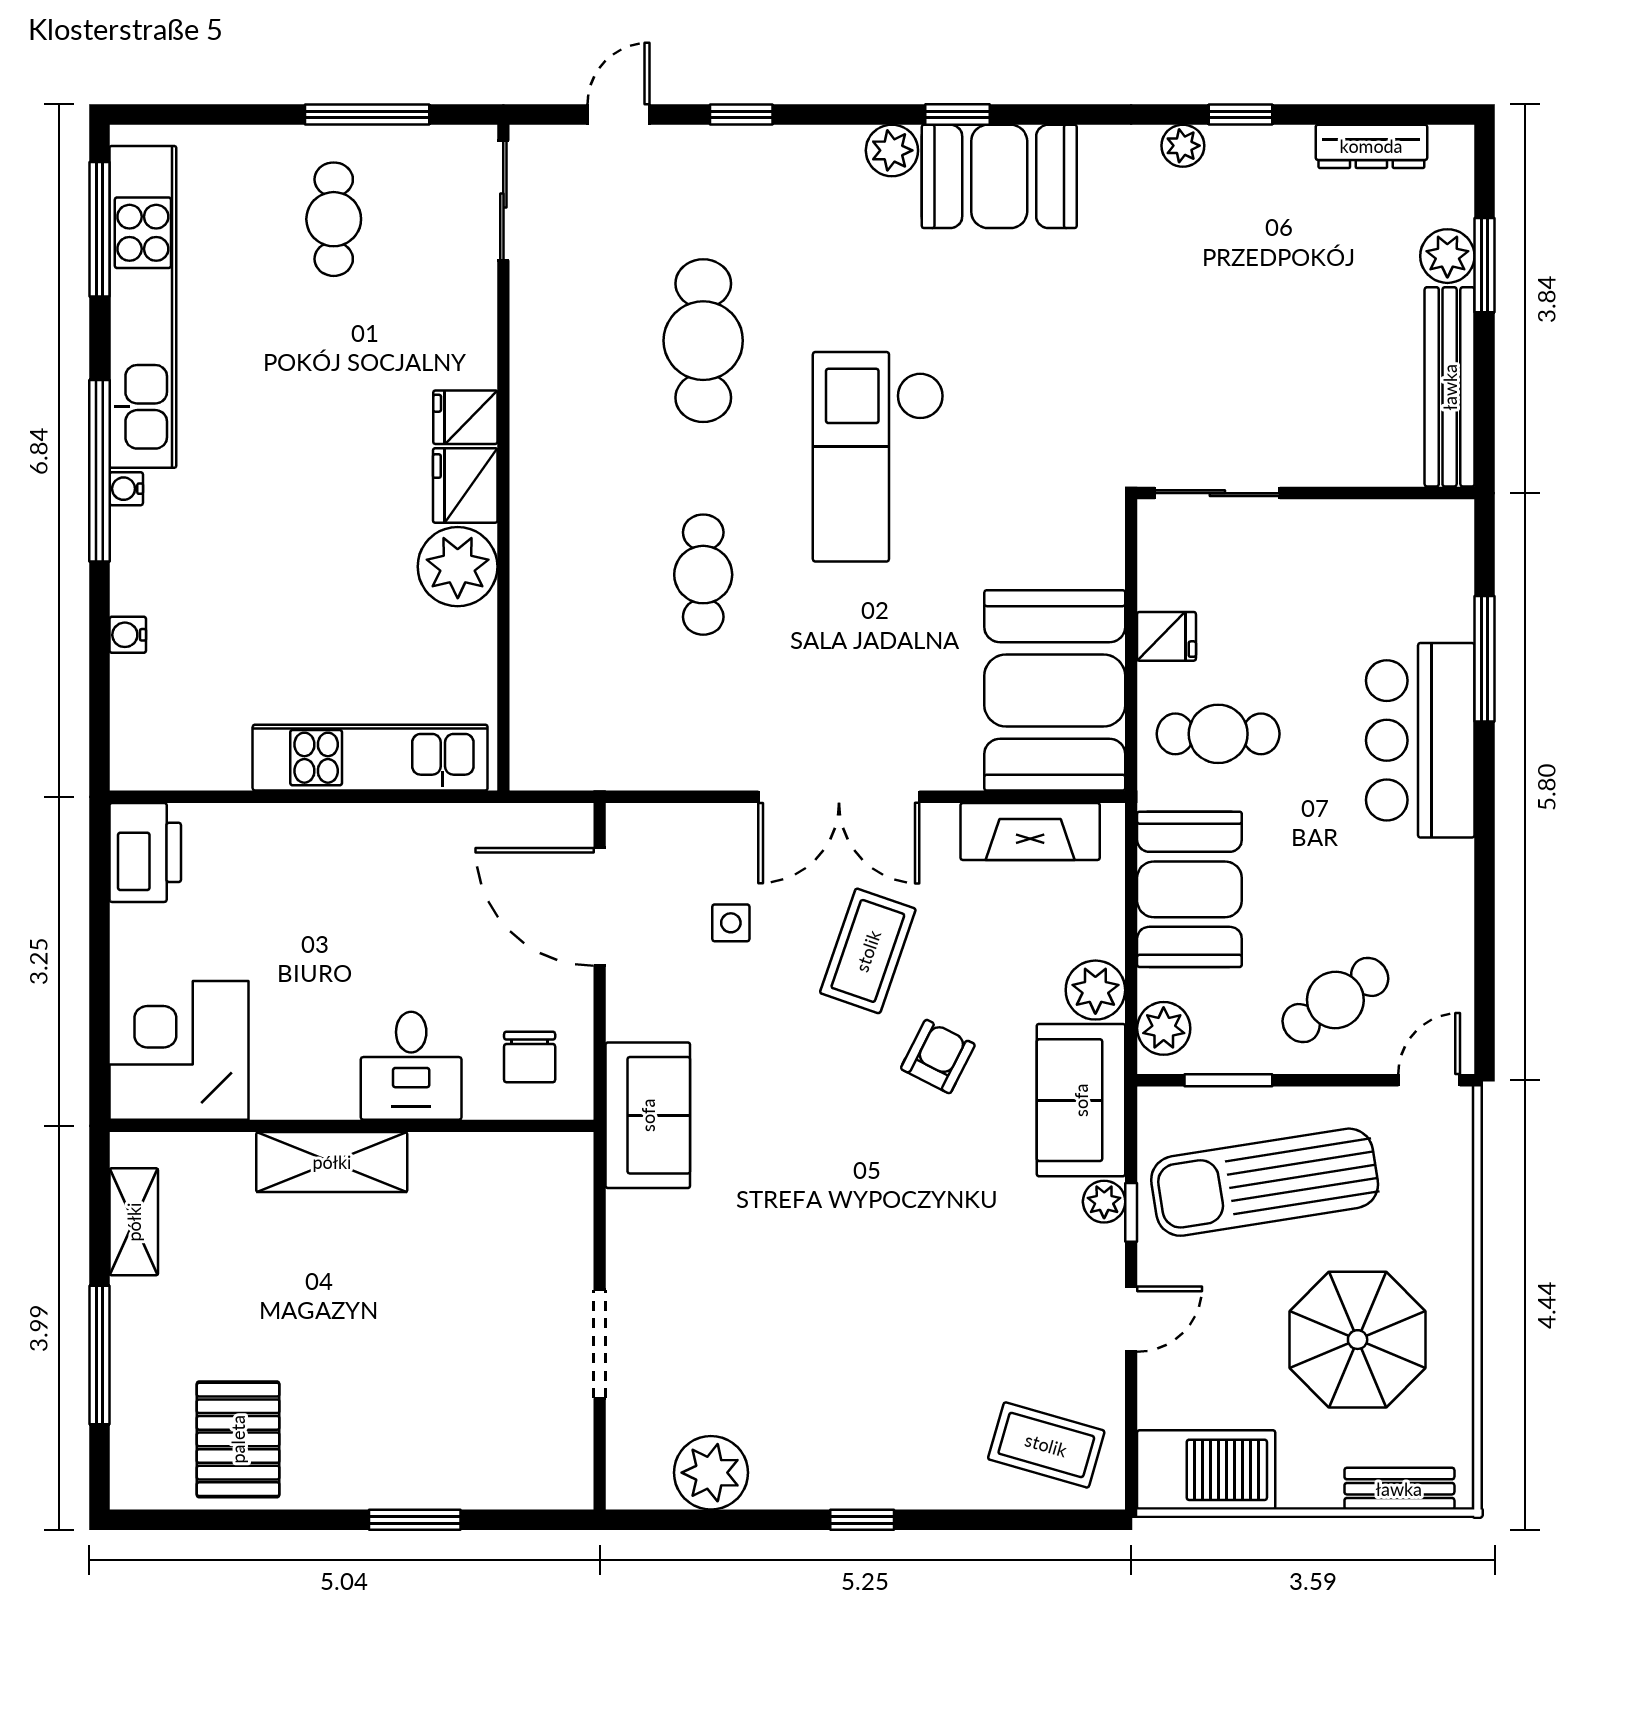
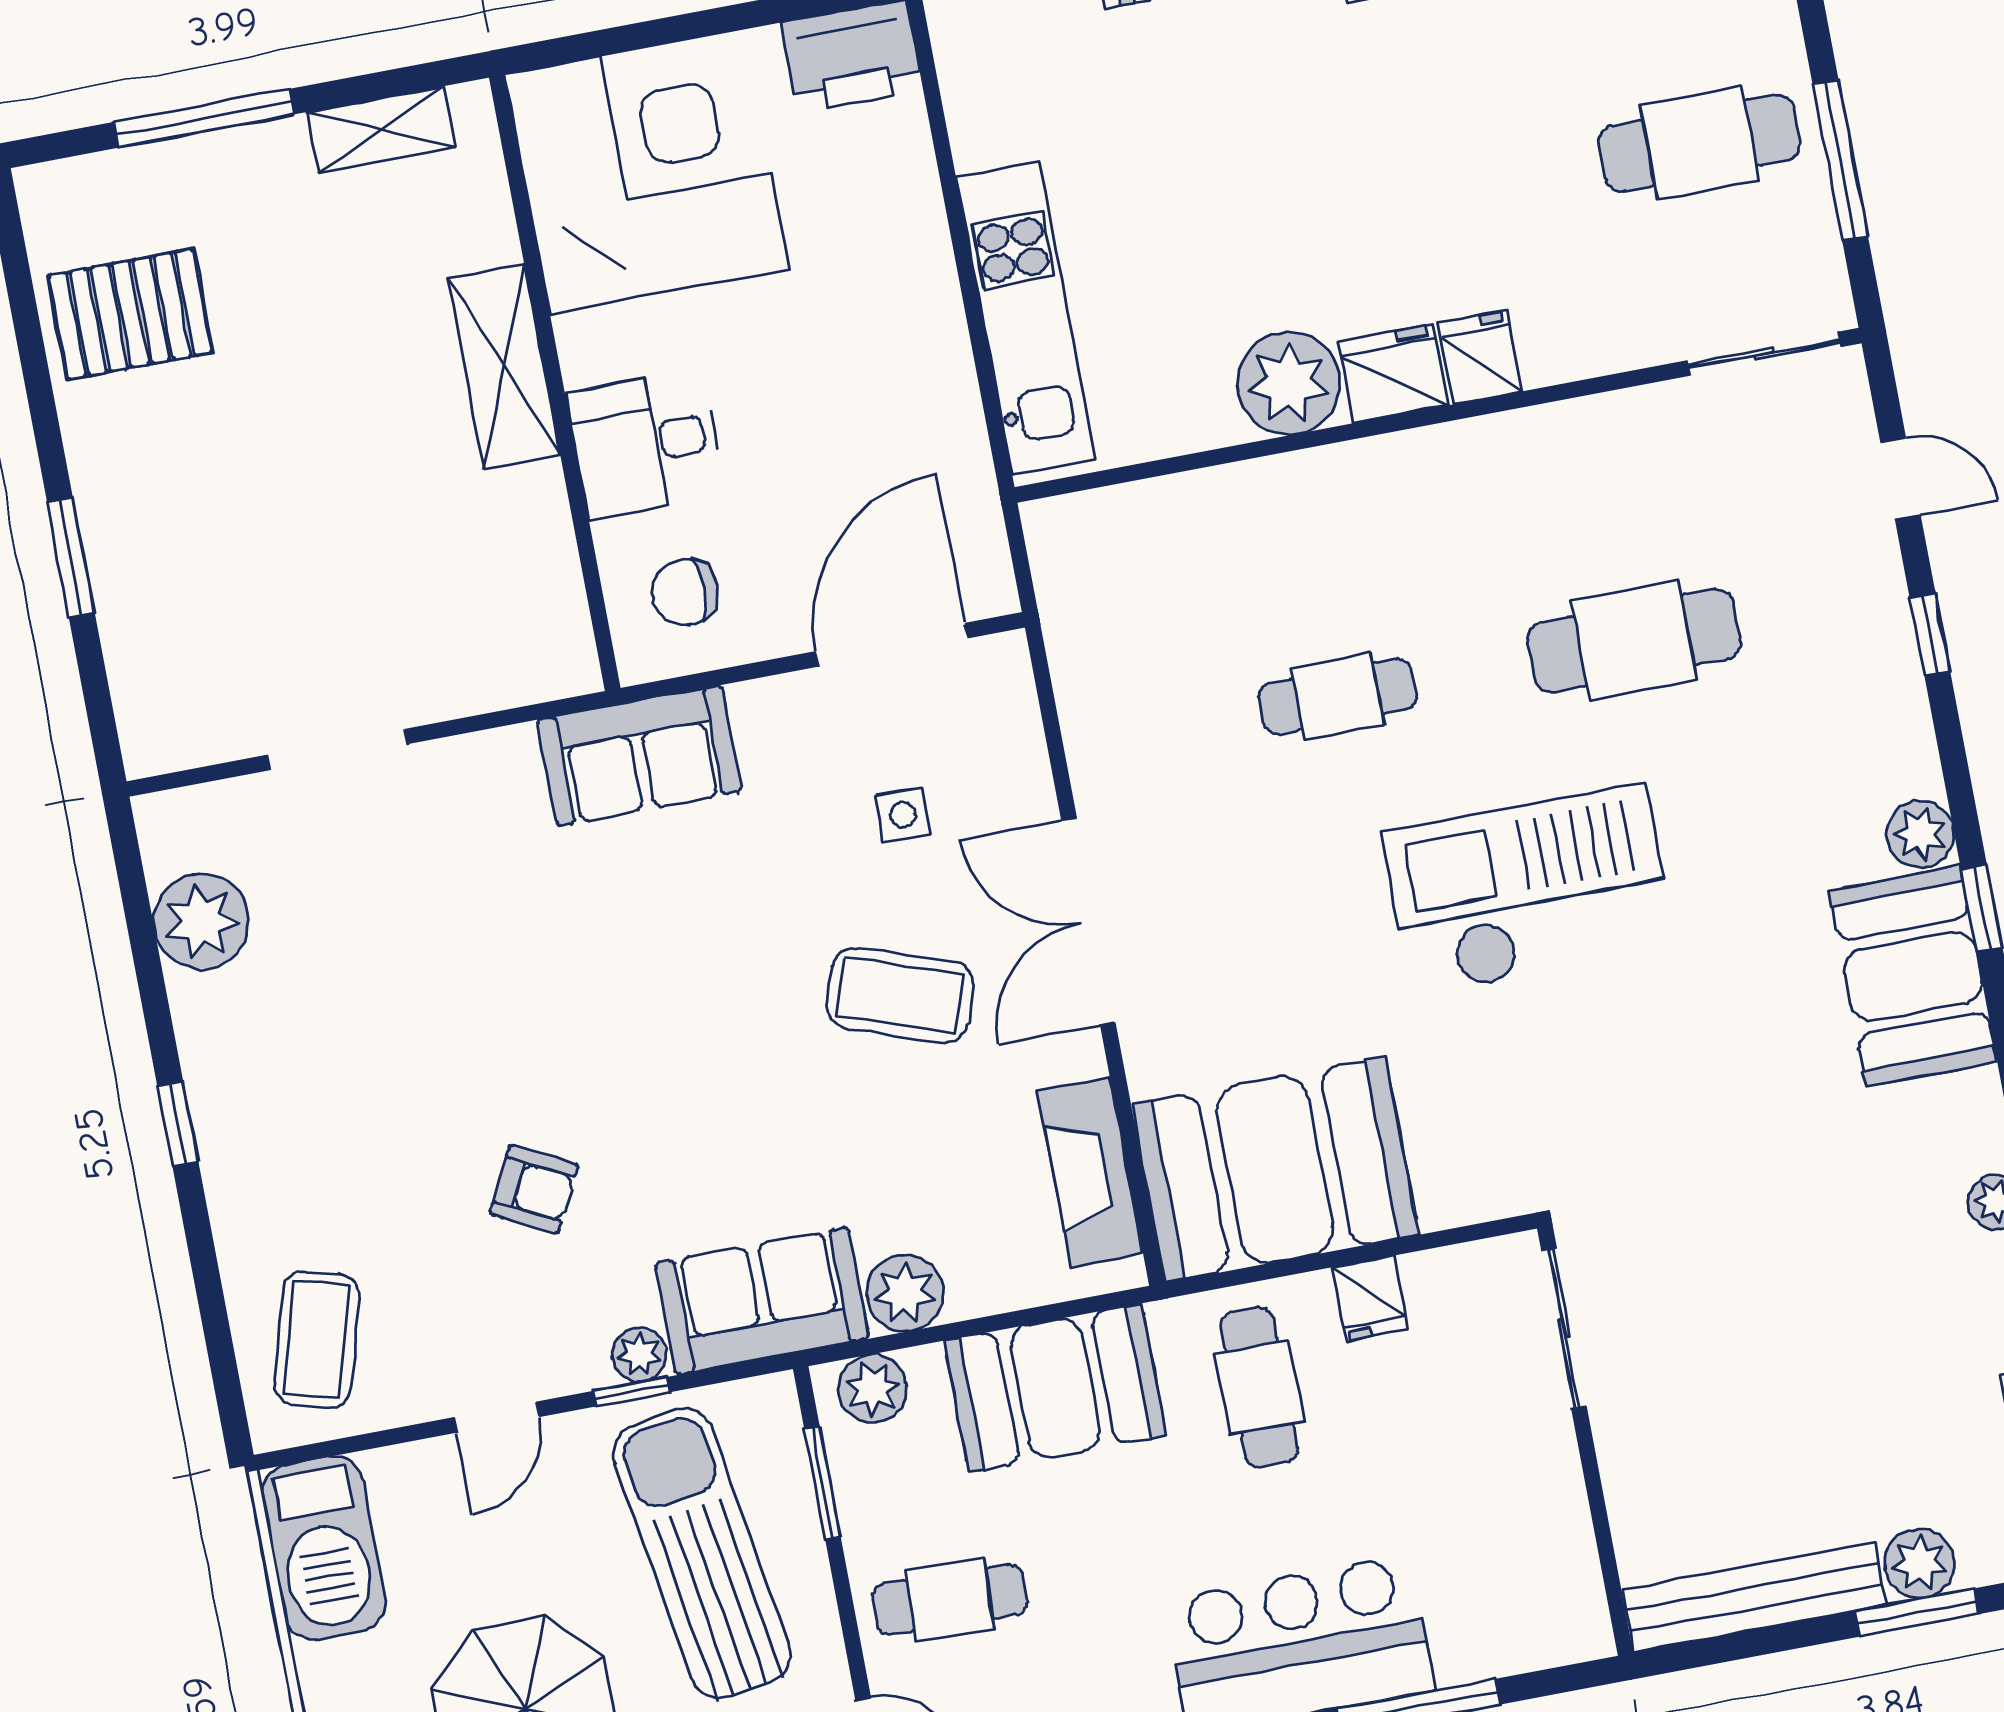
cafe table: (334, 219) -> (1700, 143), width x1.37, depth x1.35
cafe table: (1335, 1000) -> (950, 1599), turned -54
corner desk: (179, 1050) -> (647, 172), width x1.36, depth x1.36
armchair: (938, 1057) -> (534, 1189), moved
door: (1131, 1319) -> (496, 1417), hinge flipped

